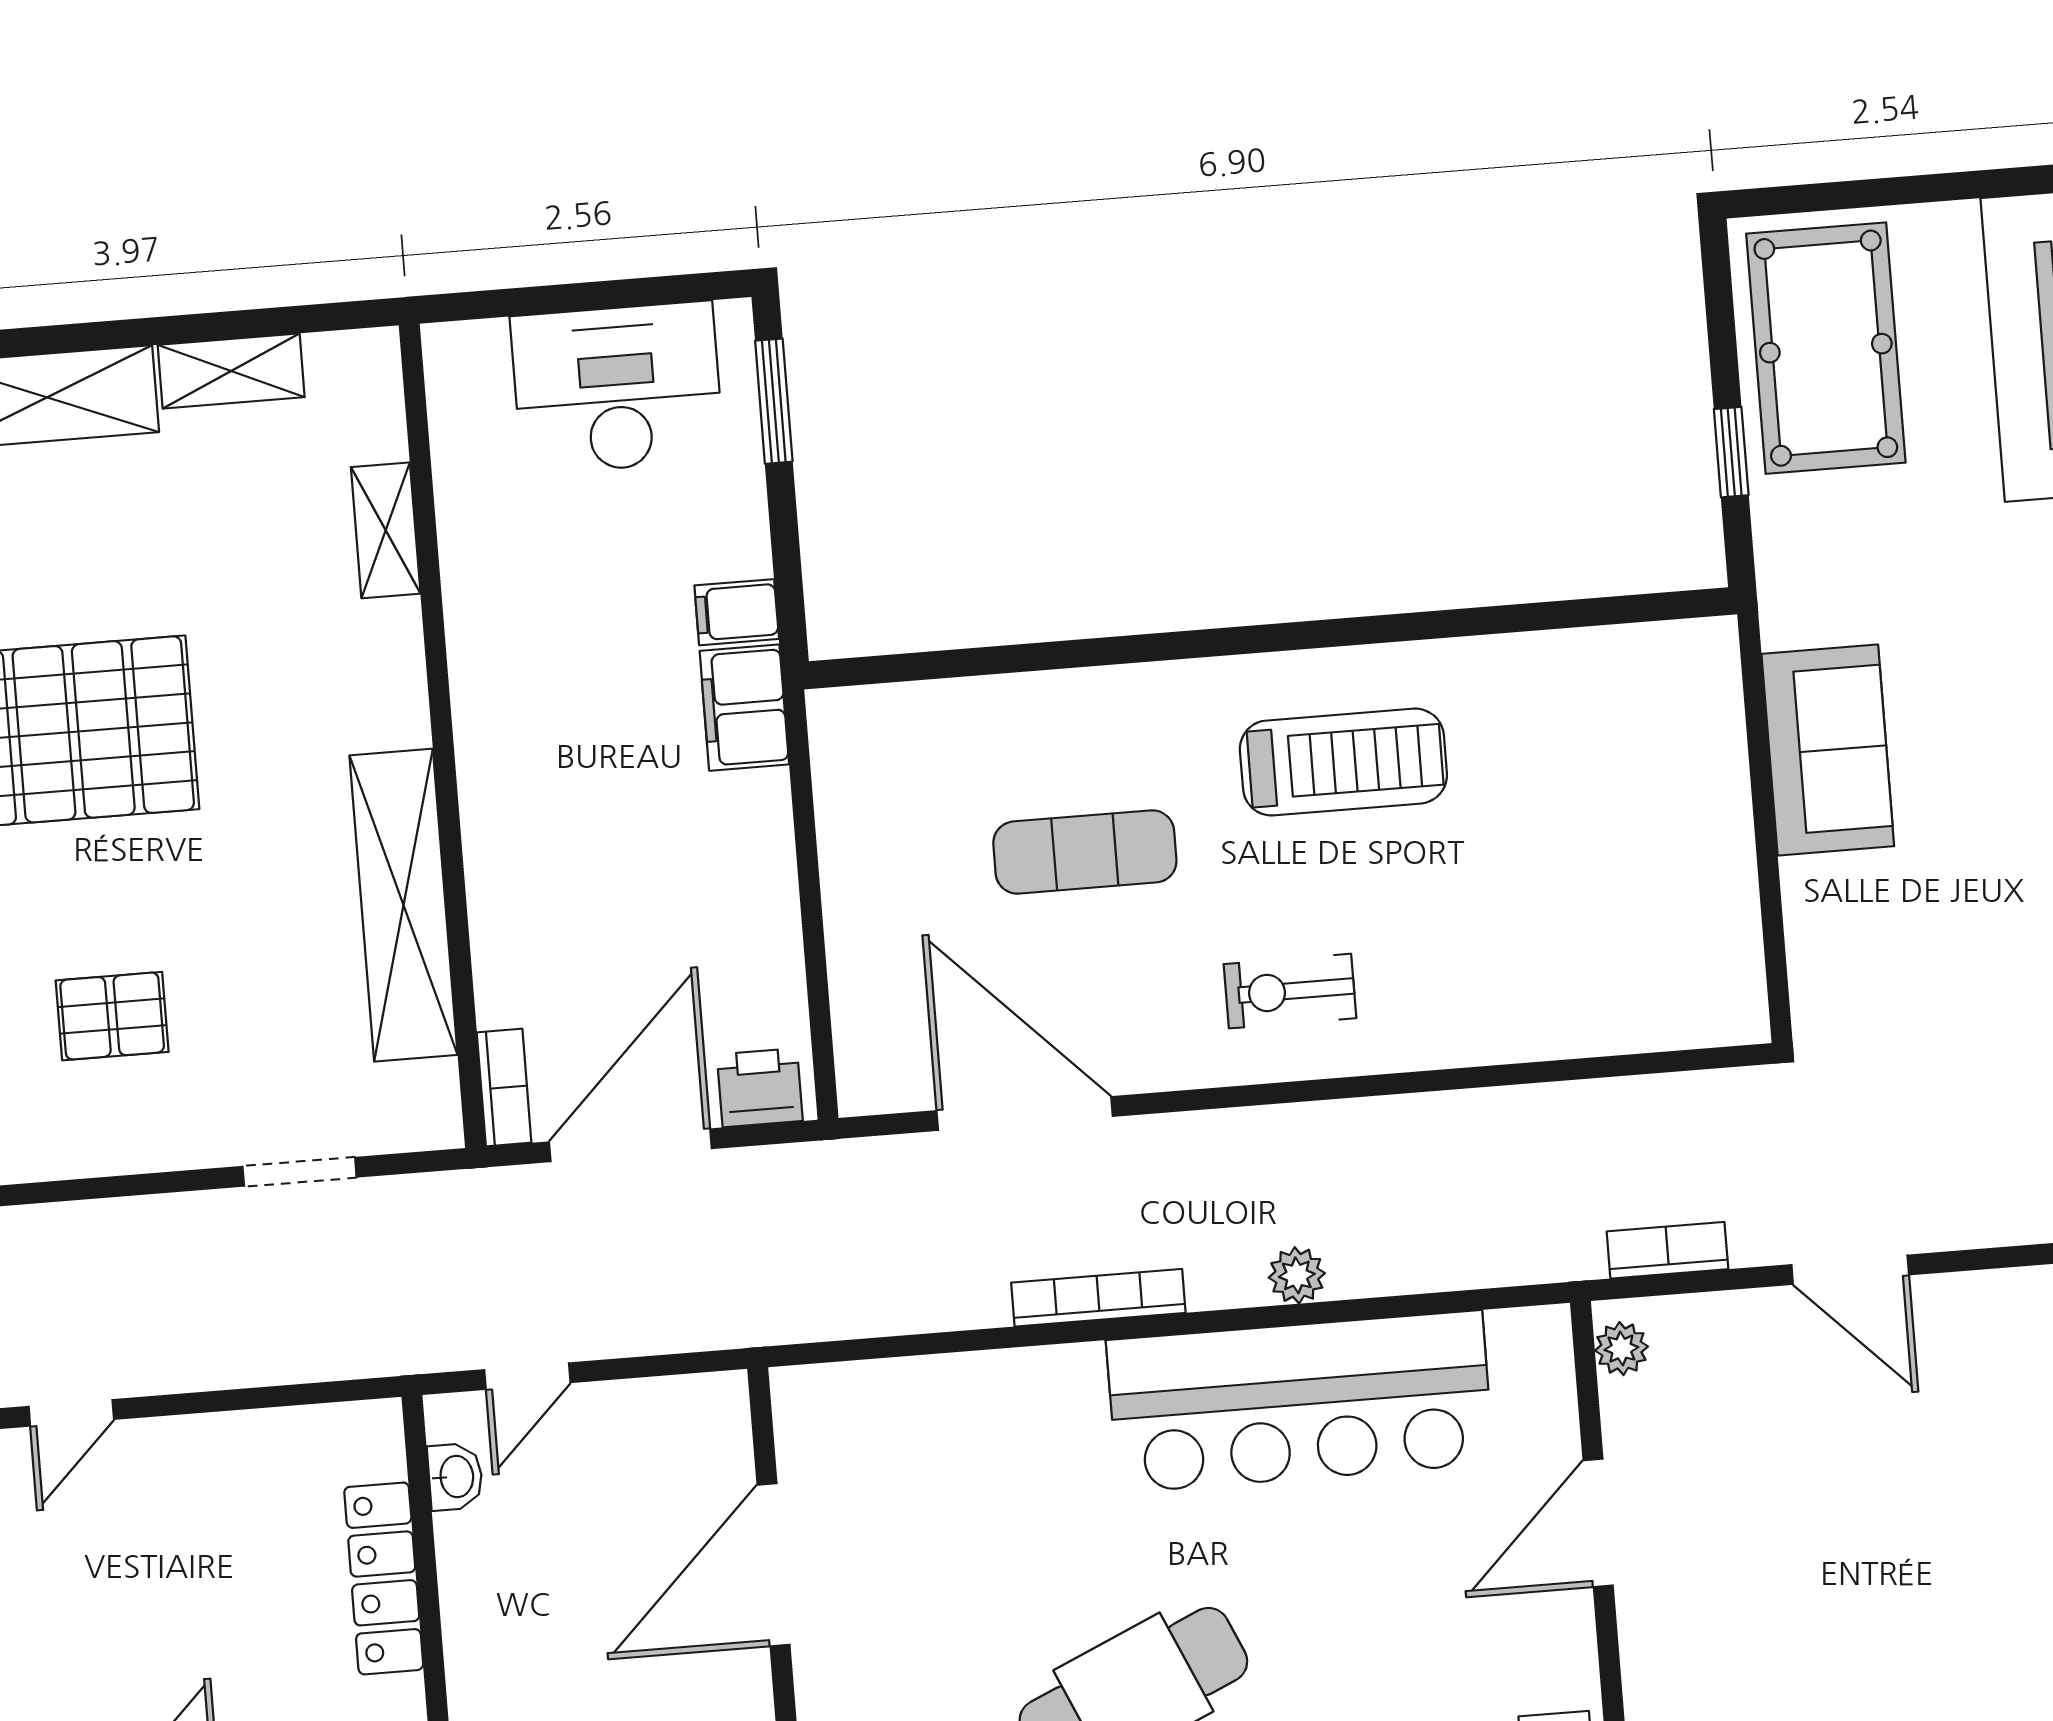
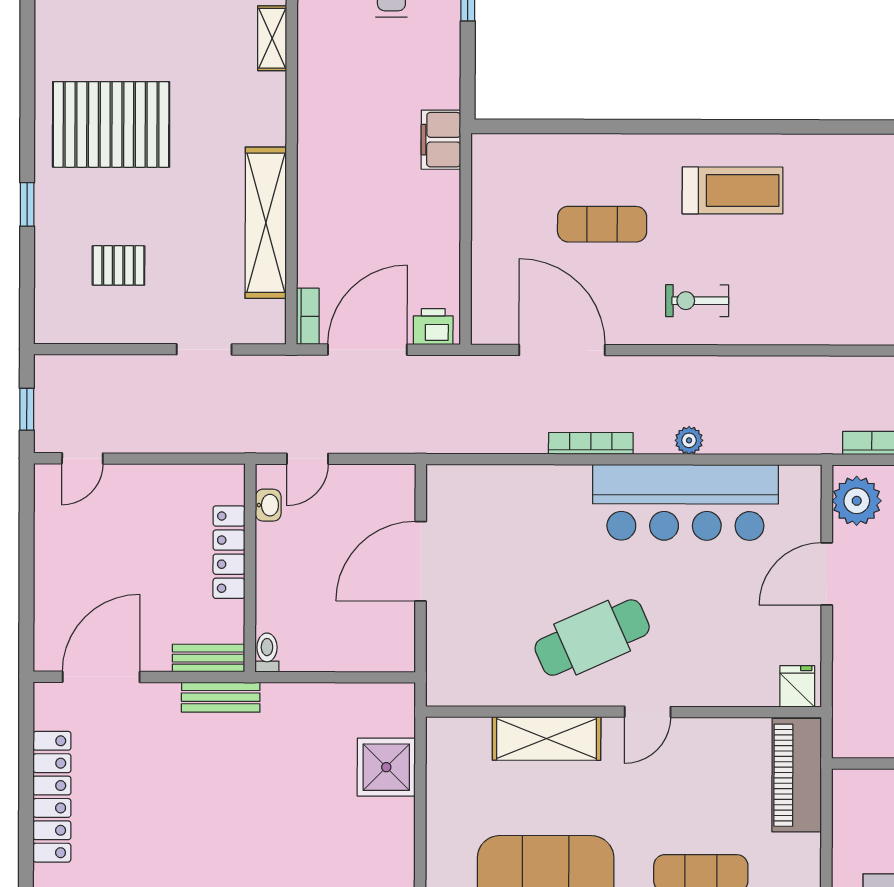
filing cabinet: (737, 612) -> (441, 93), removed
plant: (1621, 1349) -> (857, 501), width x1.87, depth x1.87

